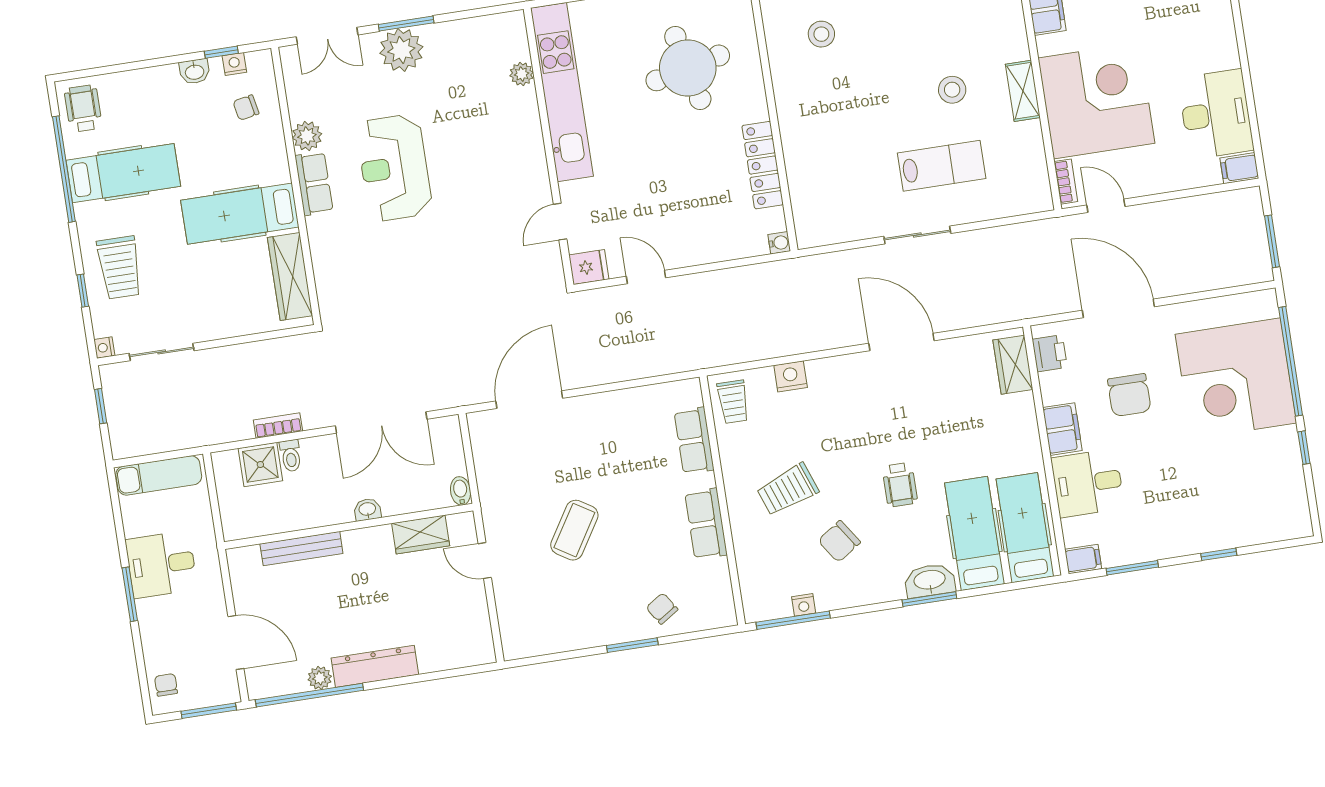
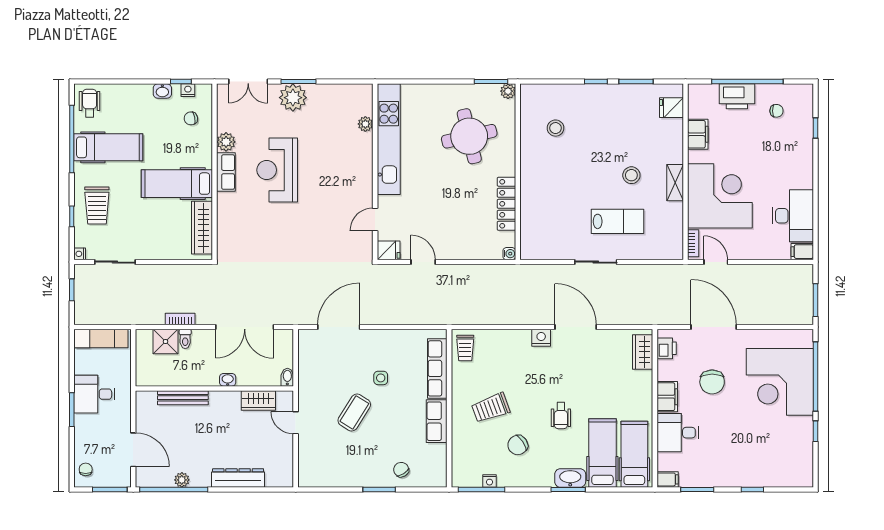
nightstand: (791, 376) -> (541, 338), moved
row of seats: (694, 441) -> (437, 368), width x1.48
side table: (607, 469) -> (381, 378), added
dresser: (375, 666) -> (238, 478), moved

